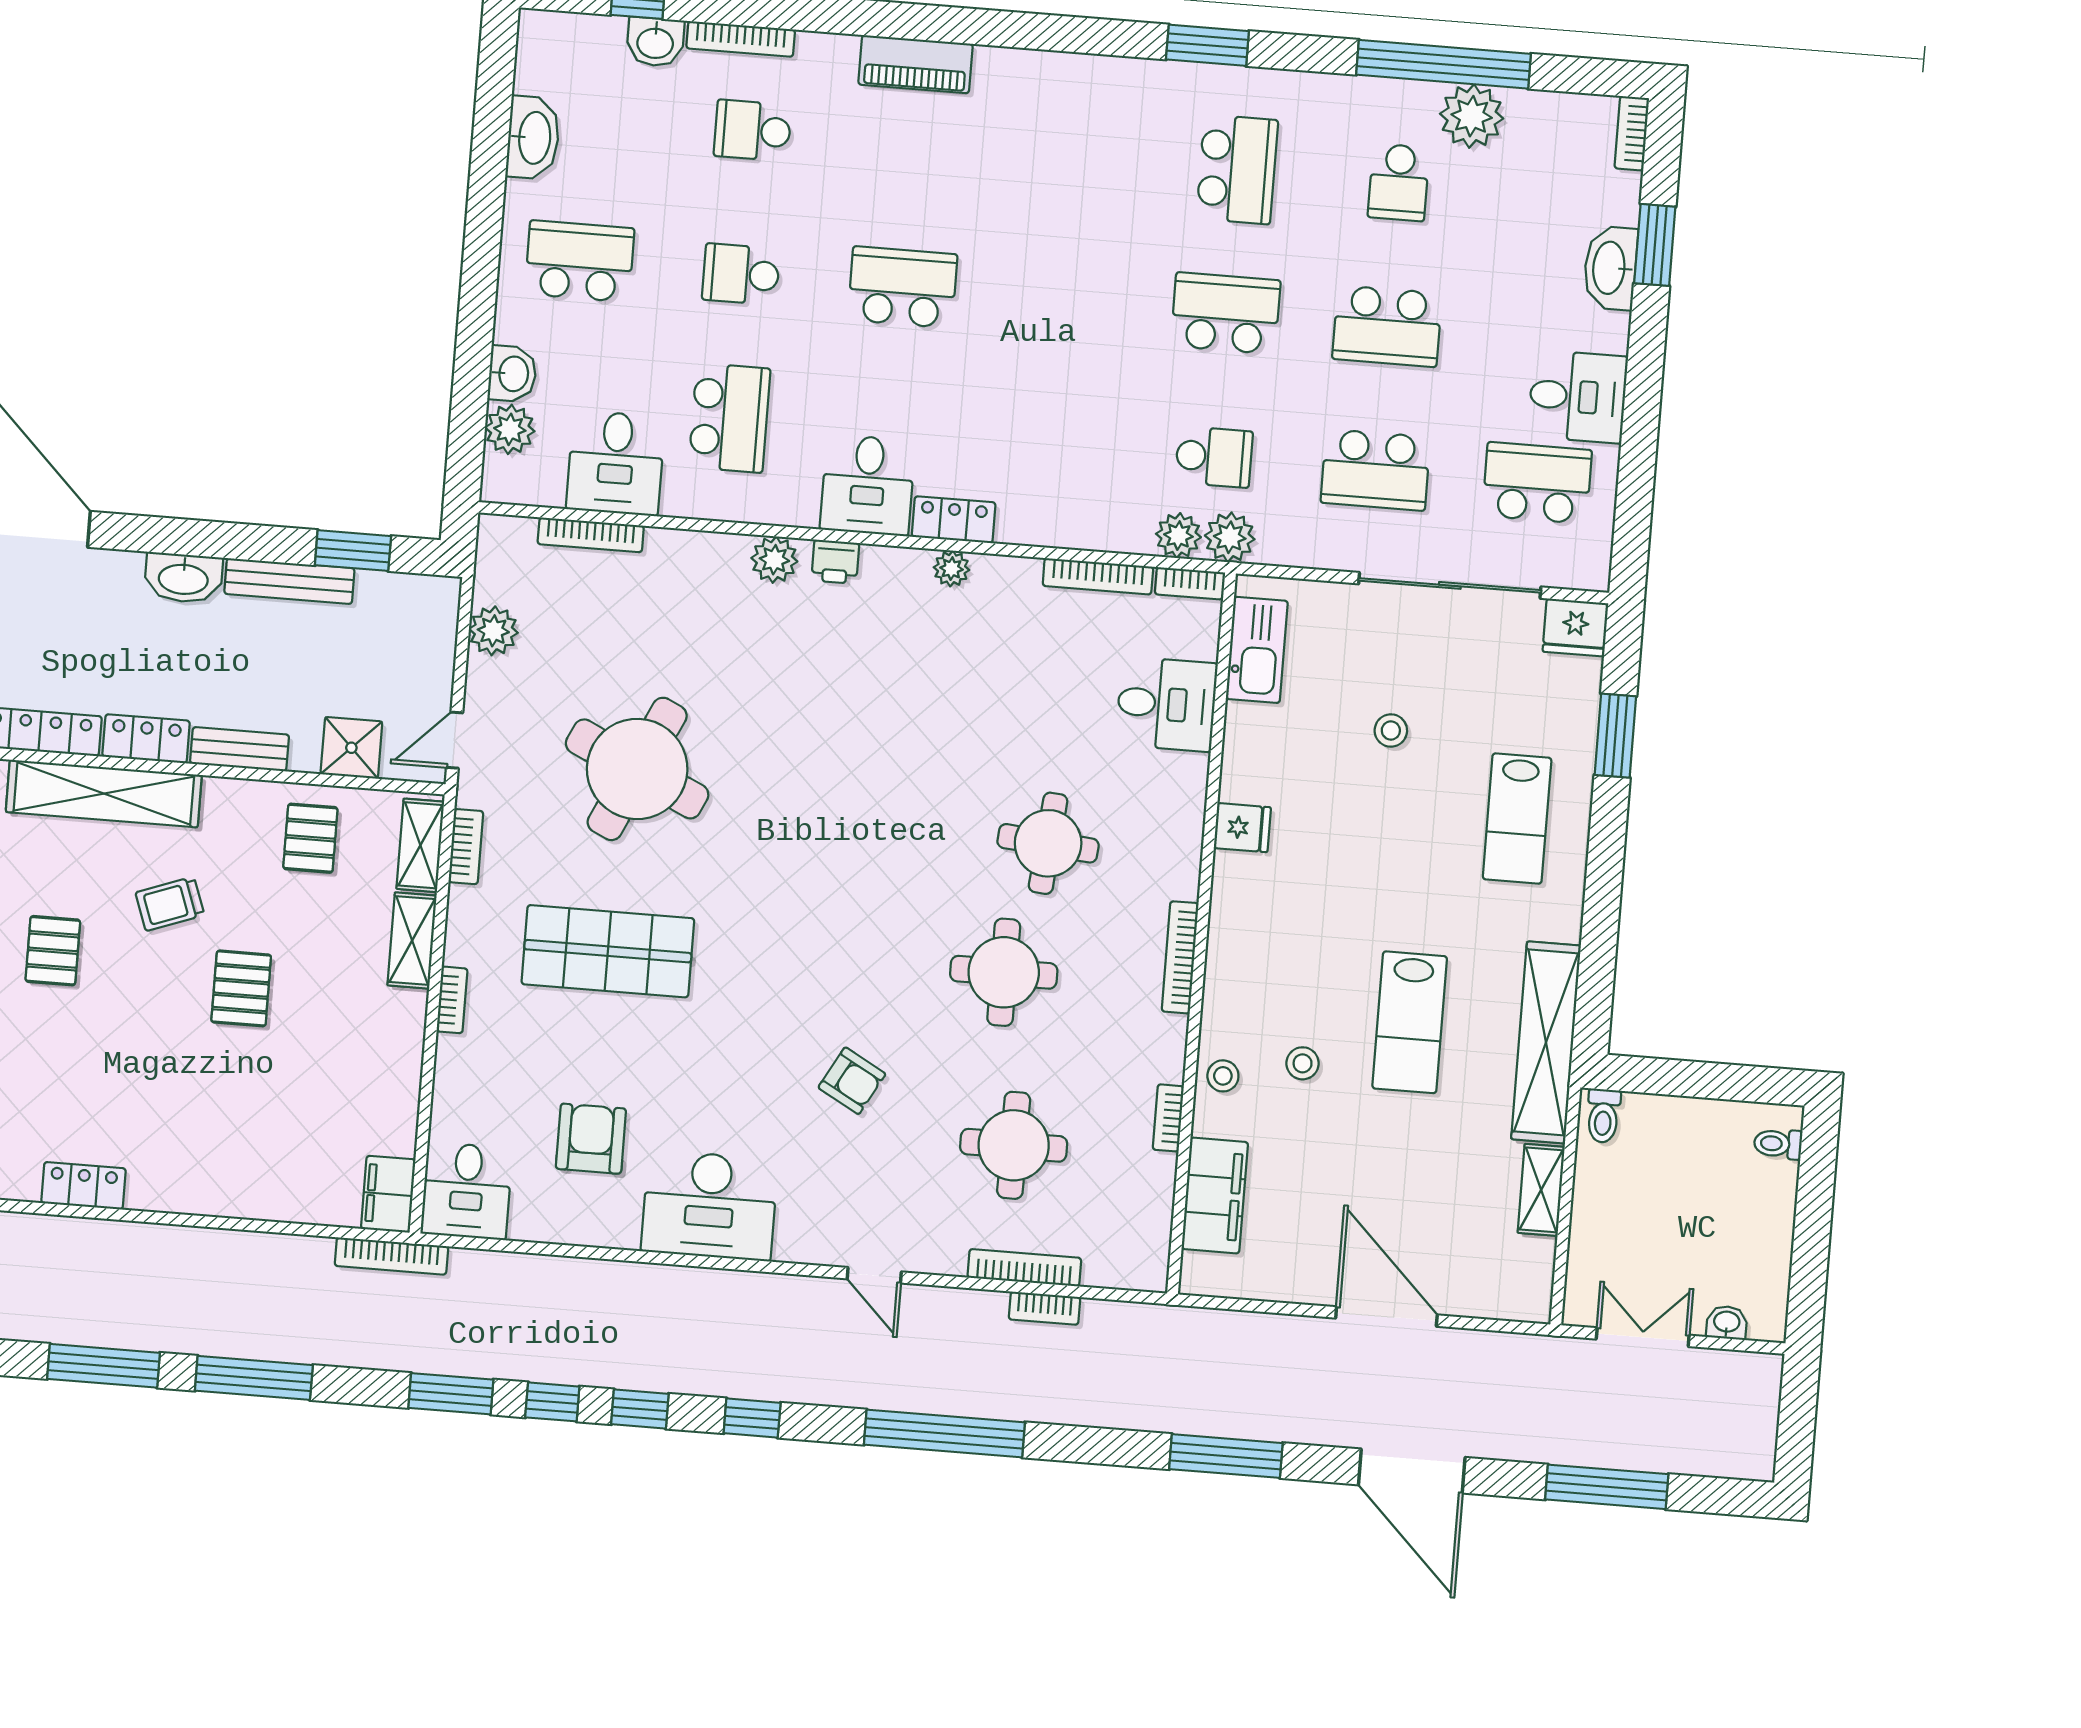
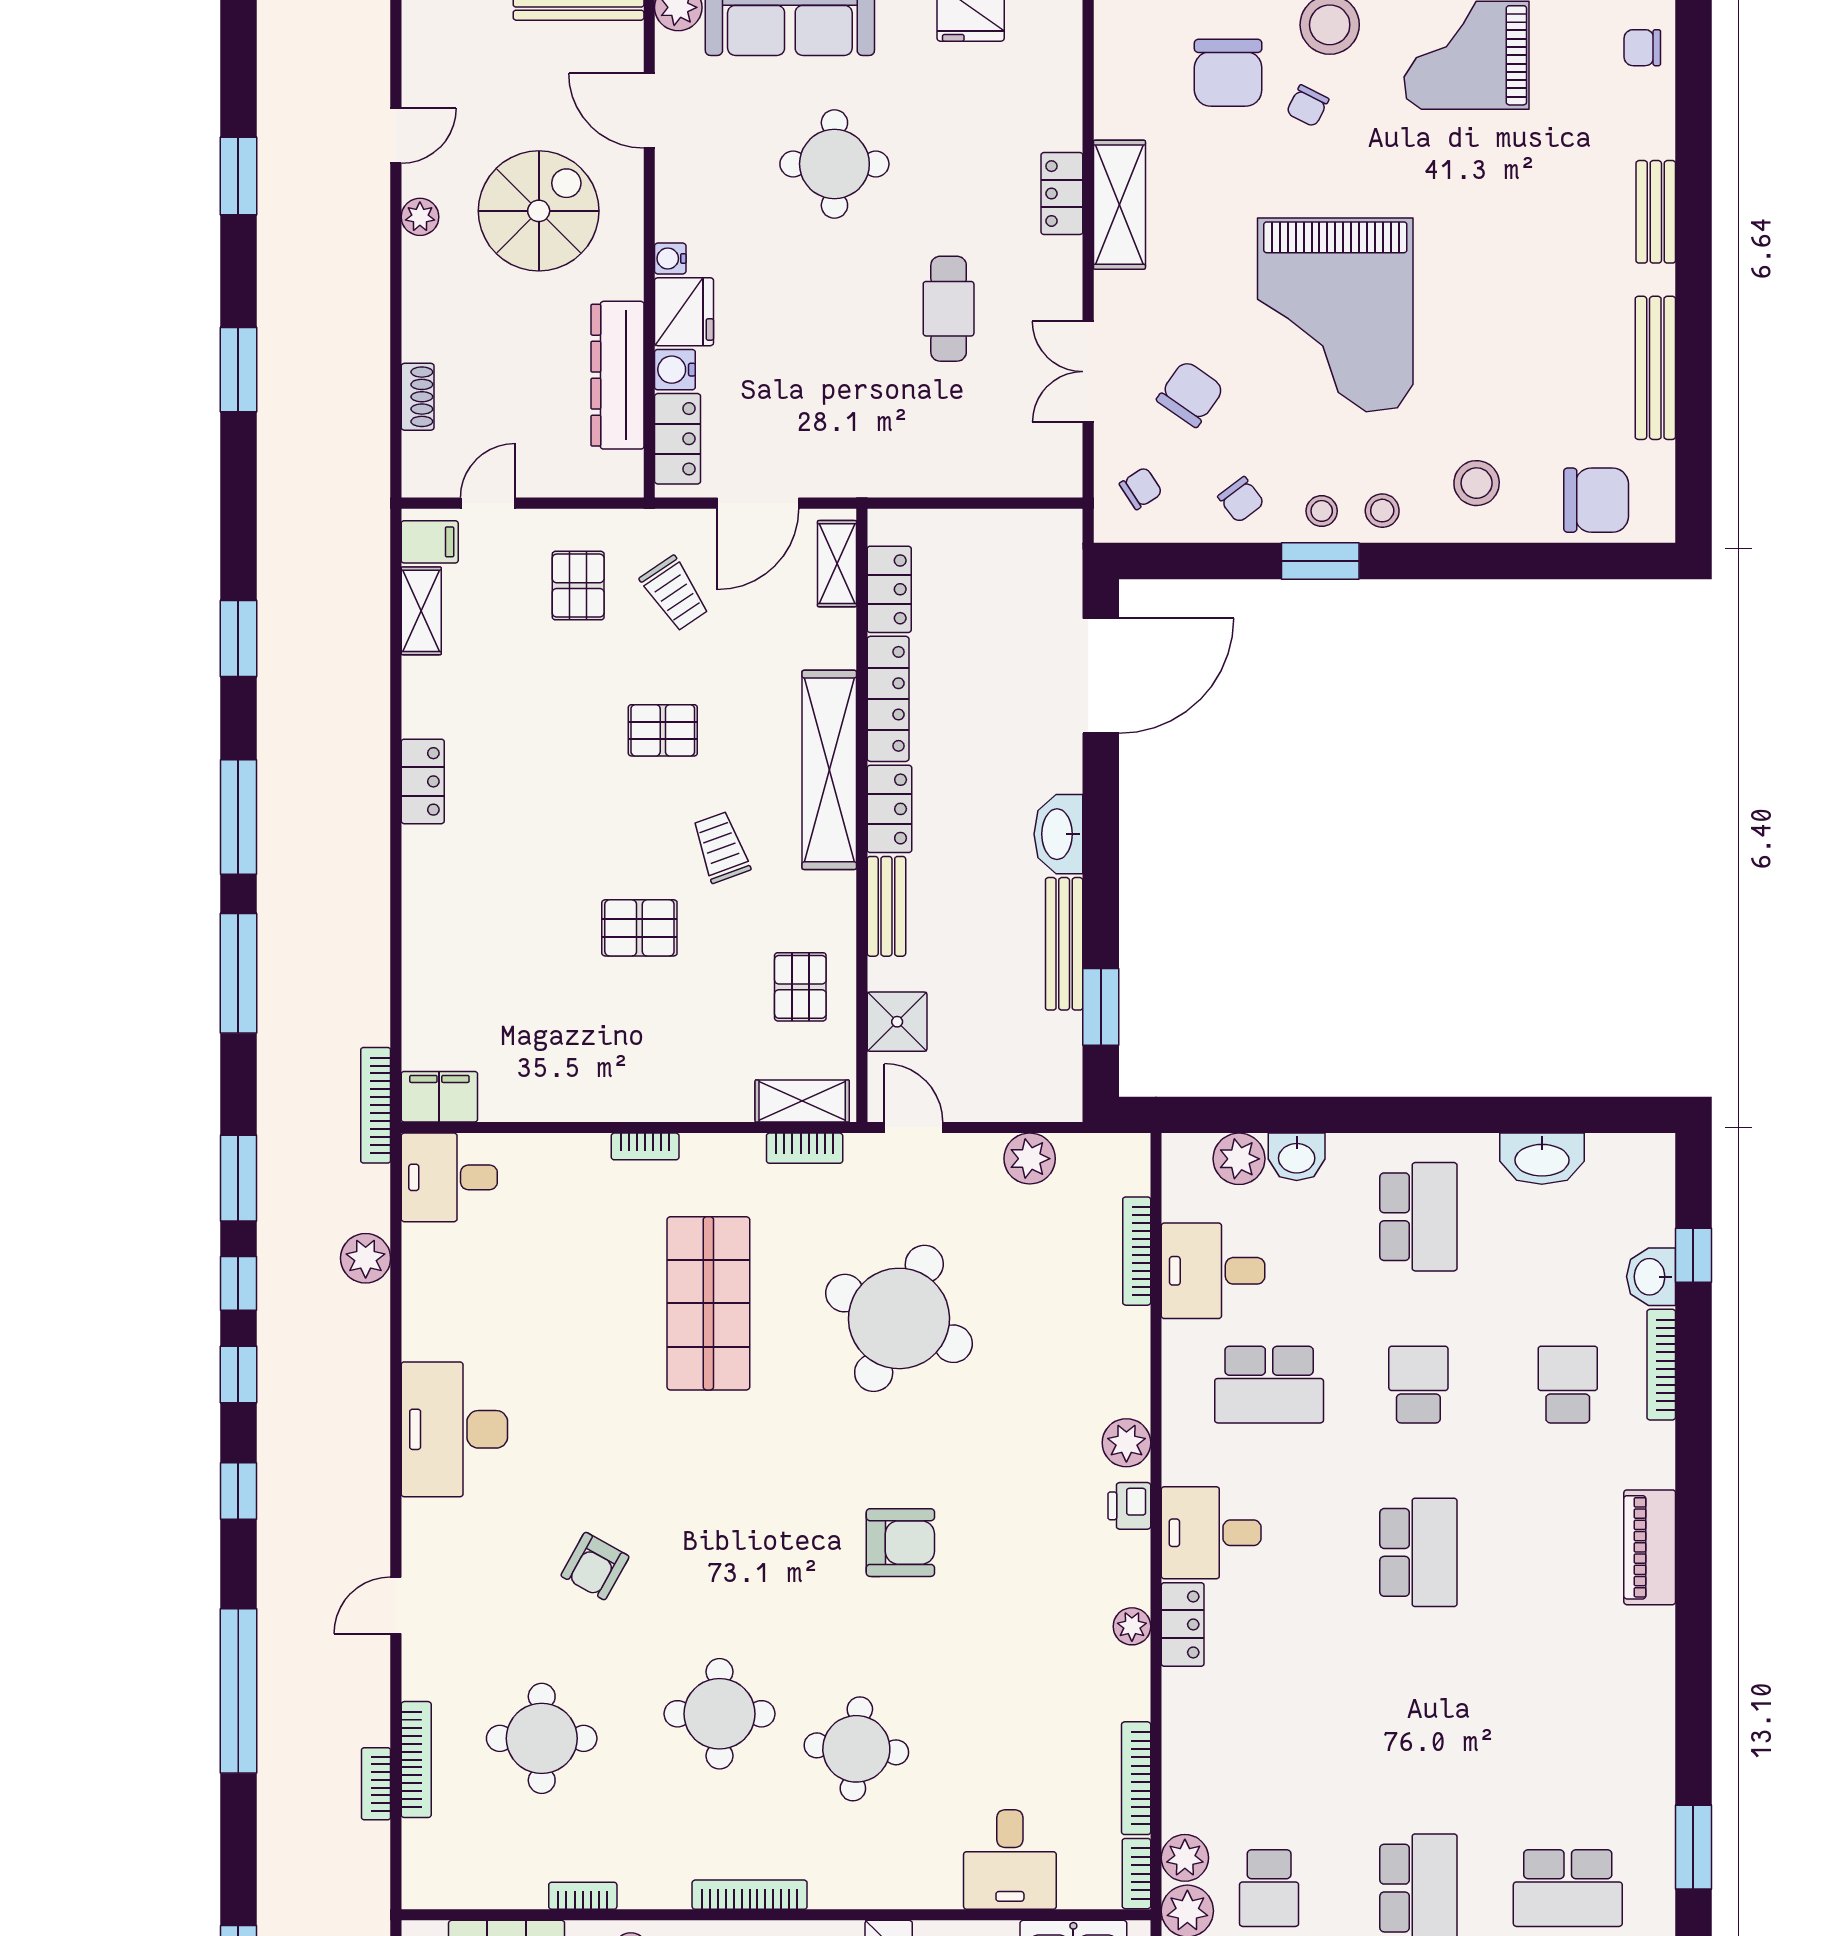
pallet: (310, 838) -> (800, 987), turned 90
shelving: (412, 941) -> (703, 1100), removed
armchair: (591, 1139) -> (900, 1543), moved
plant: (538, 1278) -> (366, 1258), added

